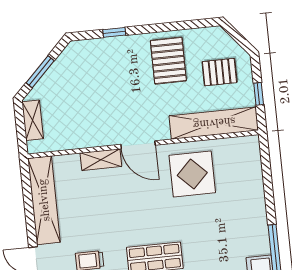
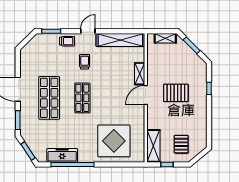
pallet: (168, 61) -> (176, 93), moved
shelving: (214, 123) -> (153, 146), width x0.68
display table: (192, 174) -> (114, 141), moved, width x1.36, depth x1.36

